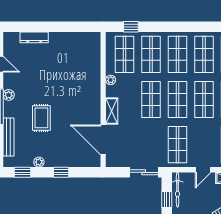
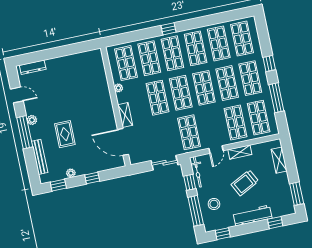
window: (131, 27) -> (169, 29), moved
dresser: (34, 37) -> (33, 67), moved

